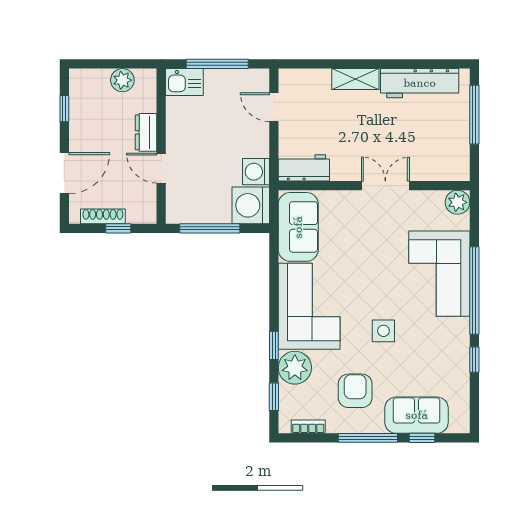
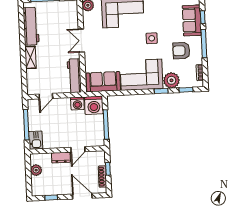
workbench: (304, 168) -> (74, 76), width x1.38

